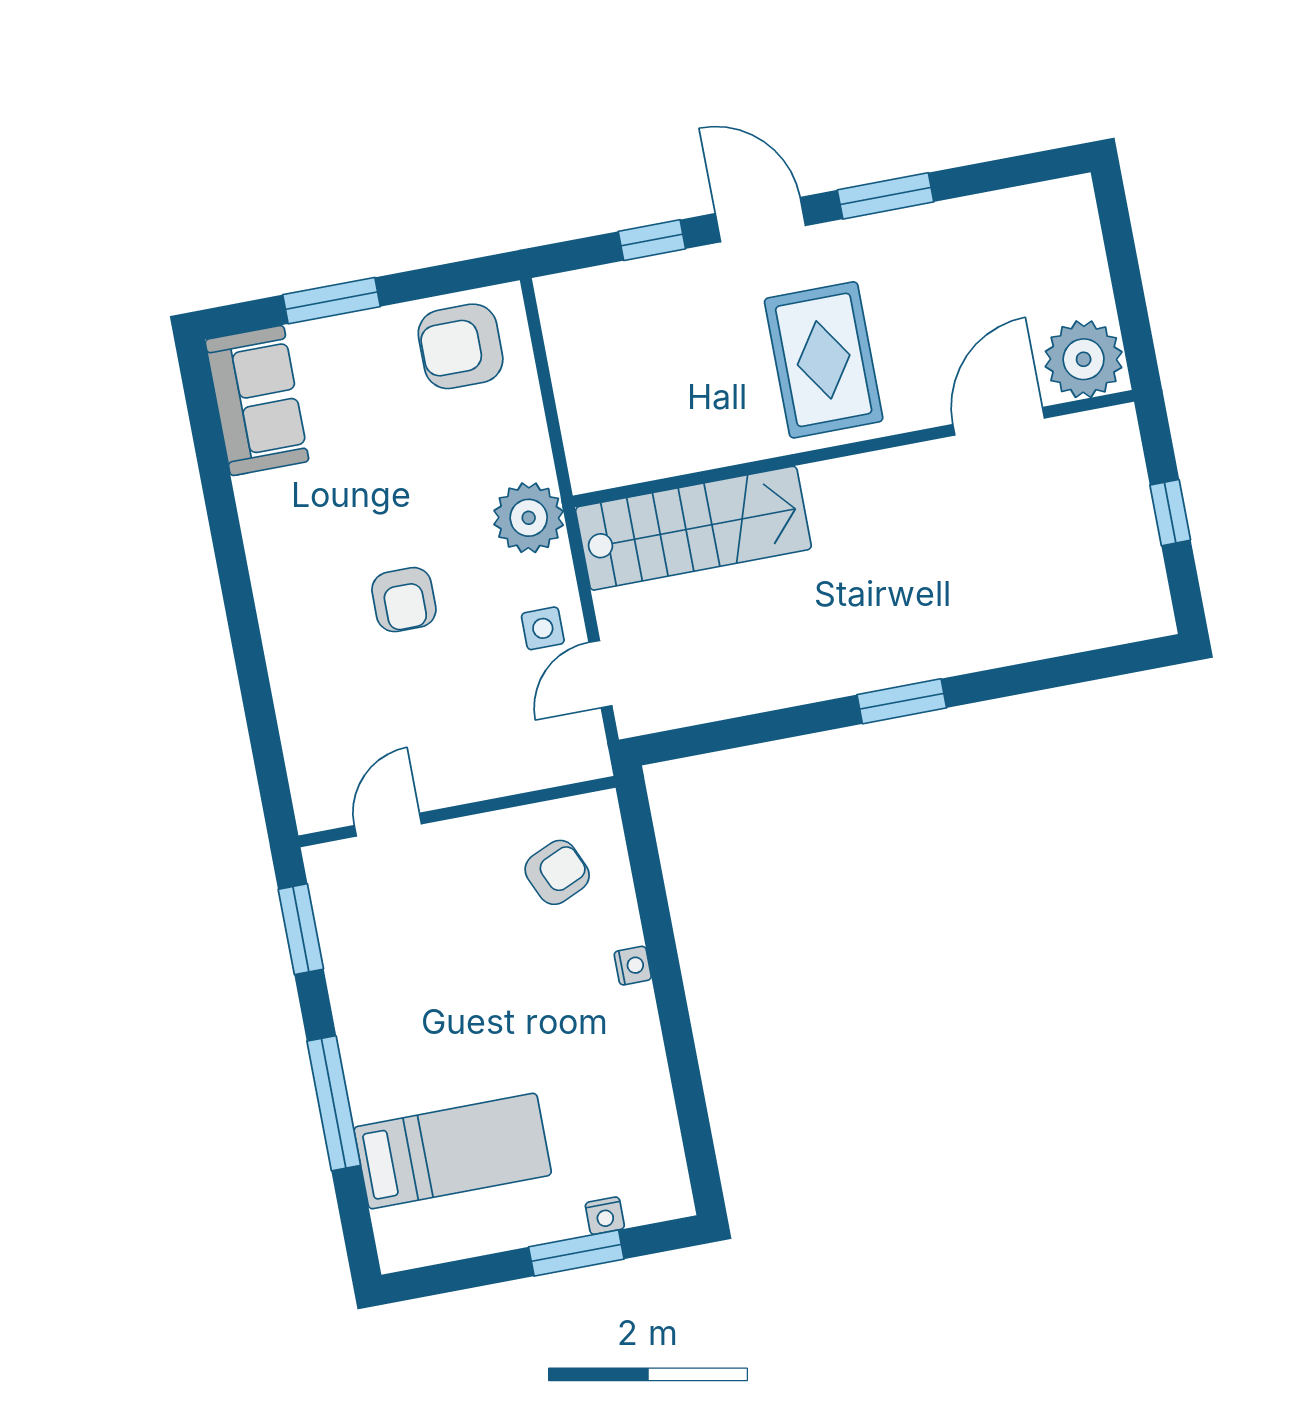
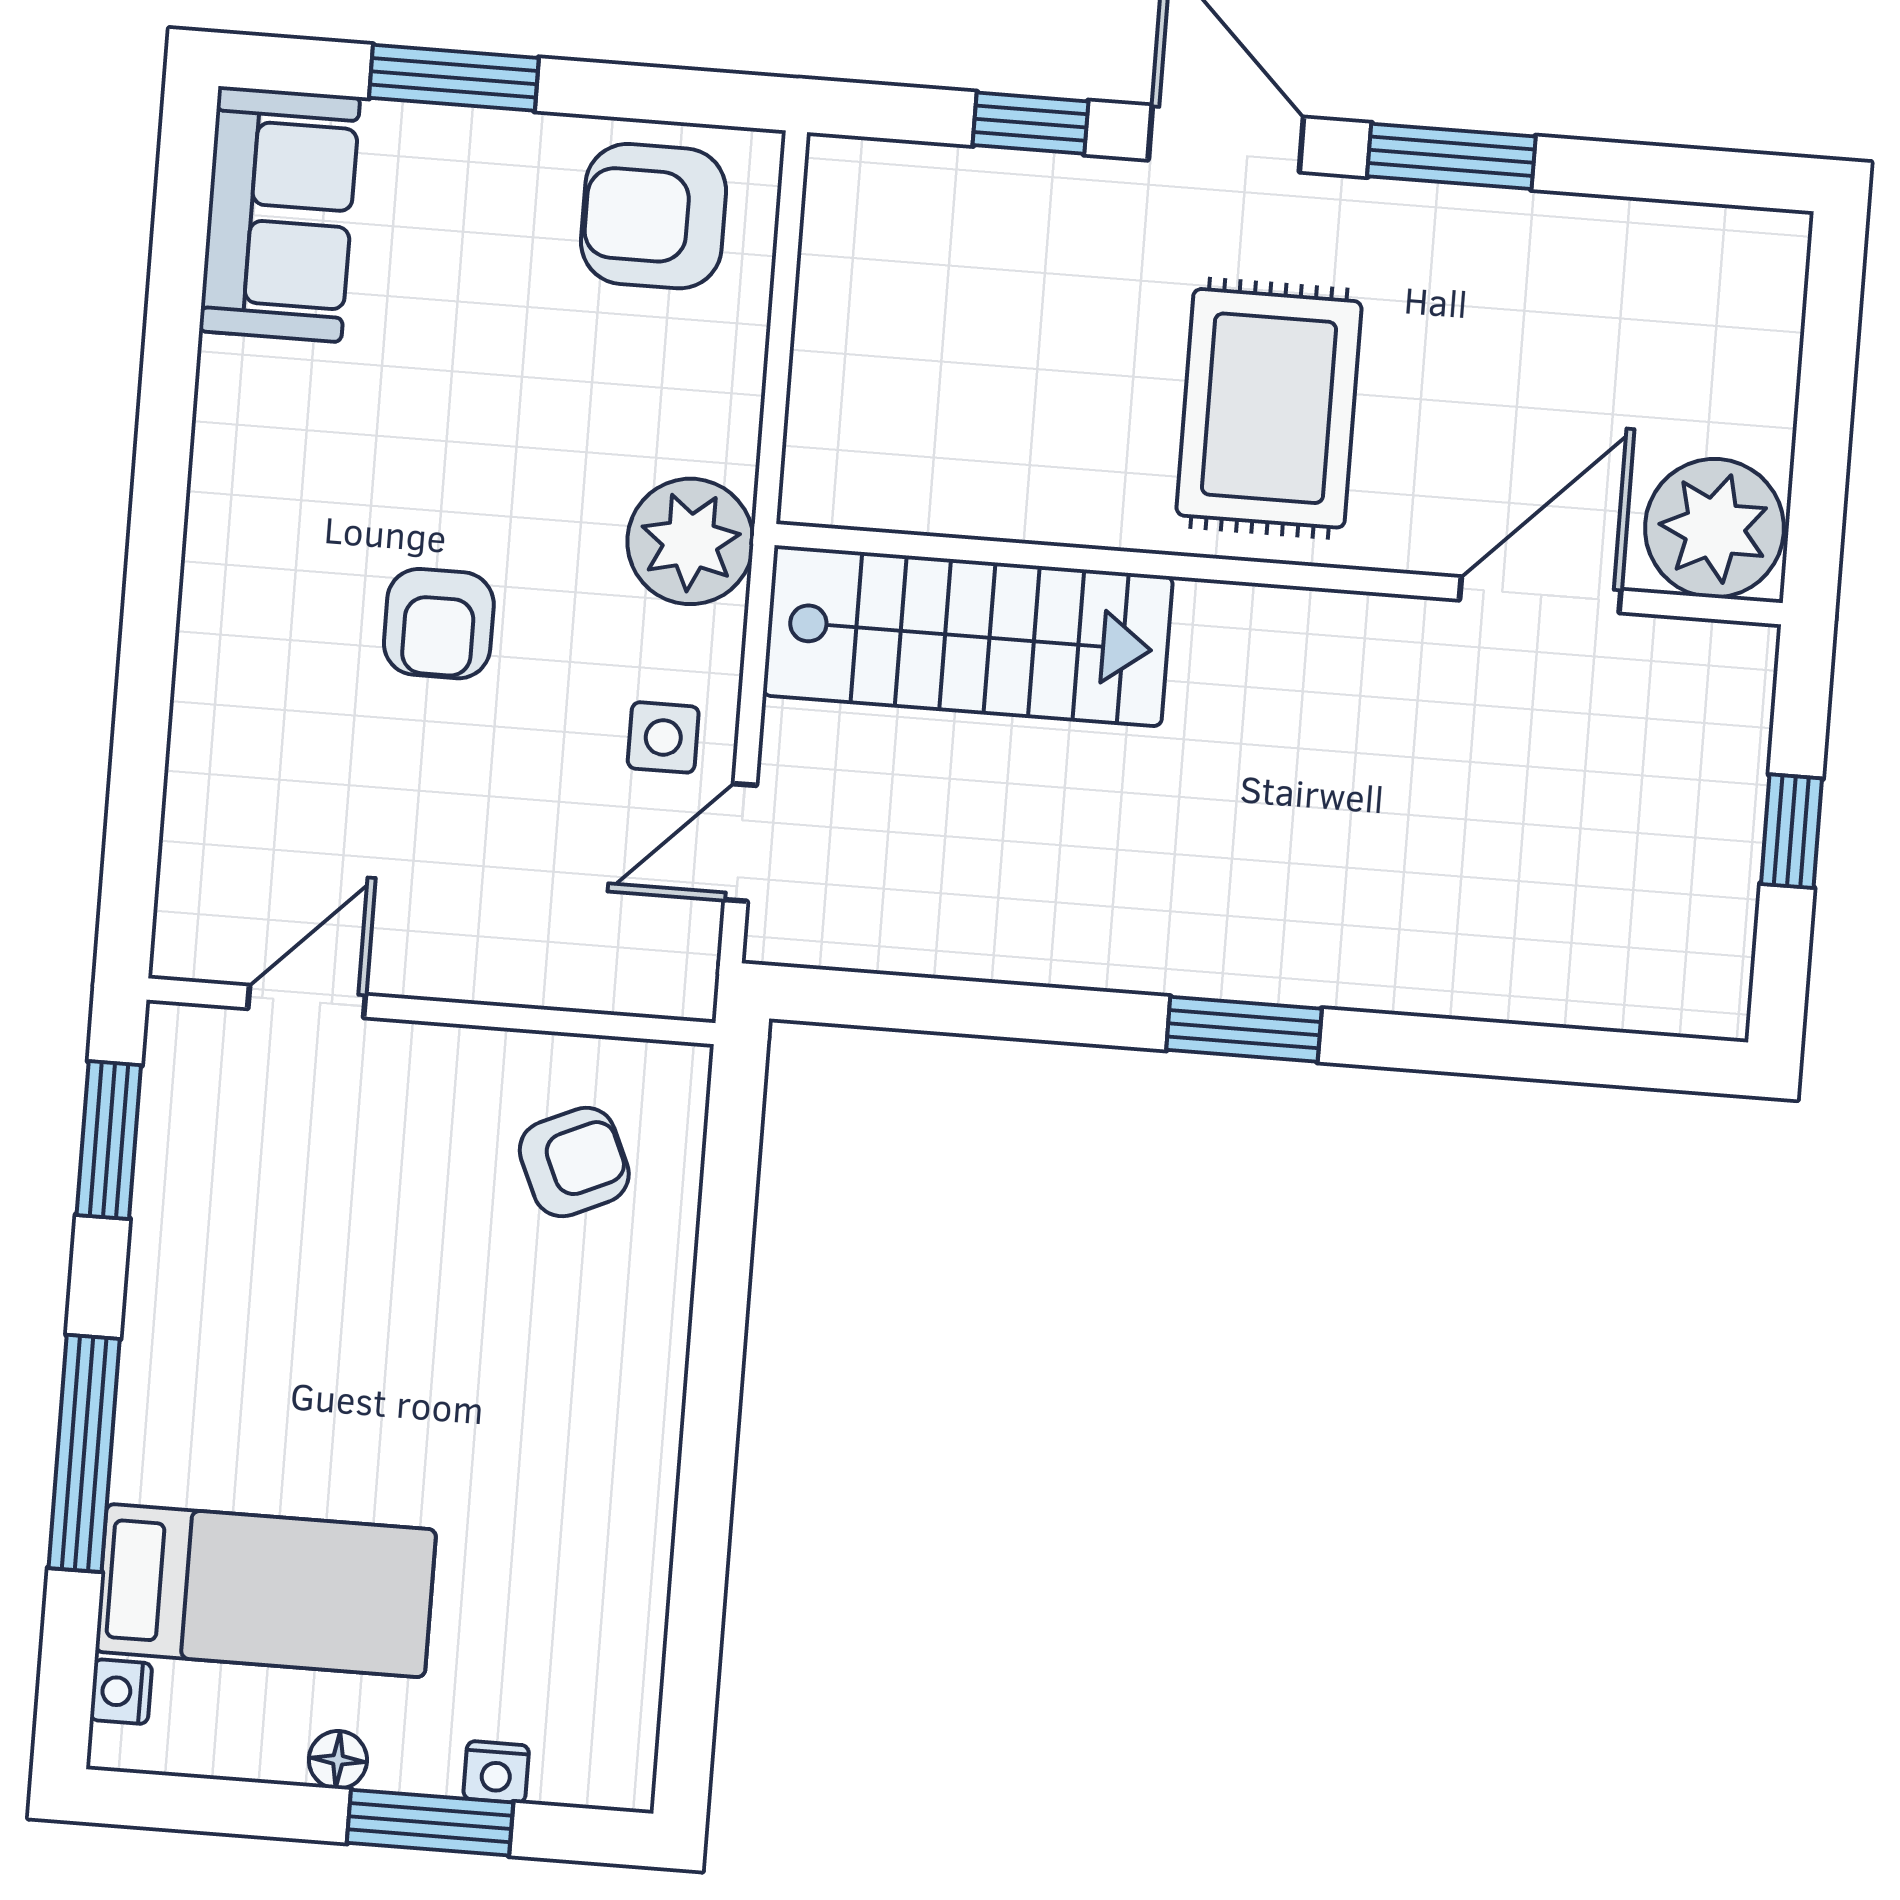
nightstand: (633, 966) -> (121, 1692), moved, turned 180
floor lamp: (517, 1232) -> (338, 1760), added

